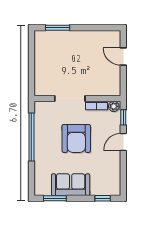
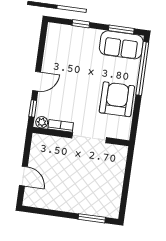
window: (31, 137) -> (142, 69), moved
armchair: (76, 138) -> (117, 99), moved
sofa: (71, 185) -> (121, 45), moved
window: (103, 198) -> (81, 24), moved

